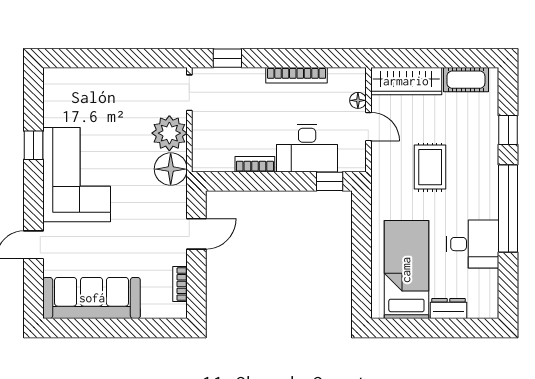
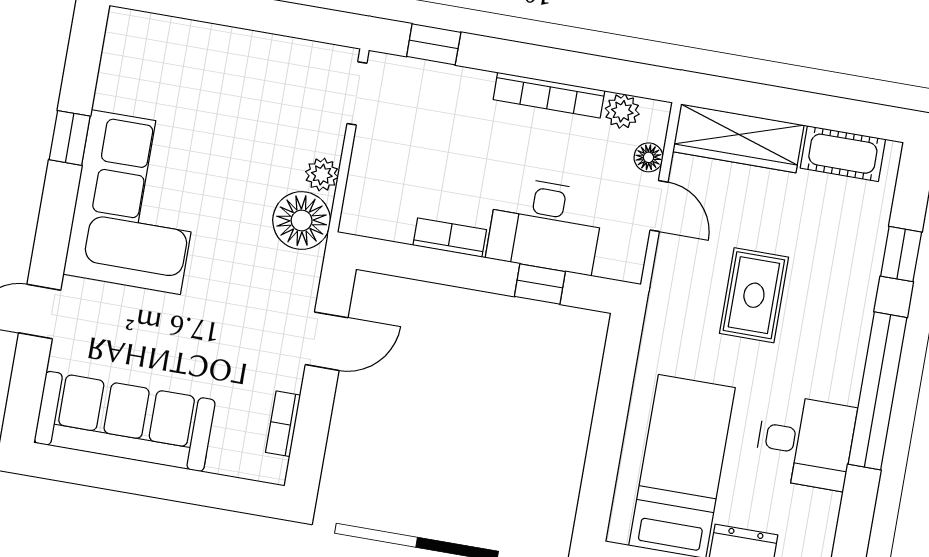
plant: (339, 77) -> (622, 111), added
plant: (169, 133) -> (322, 175), width x0.53, depth x0.53
window: (330, 181) -> (540, 284), moved

